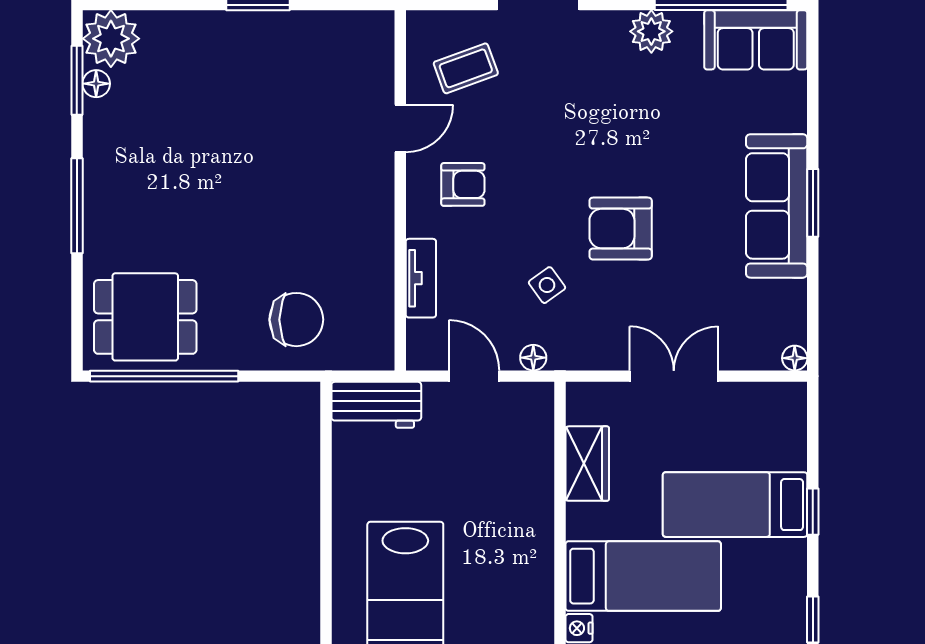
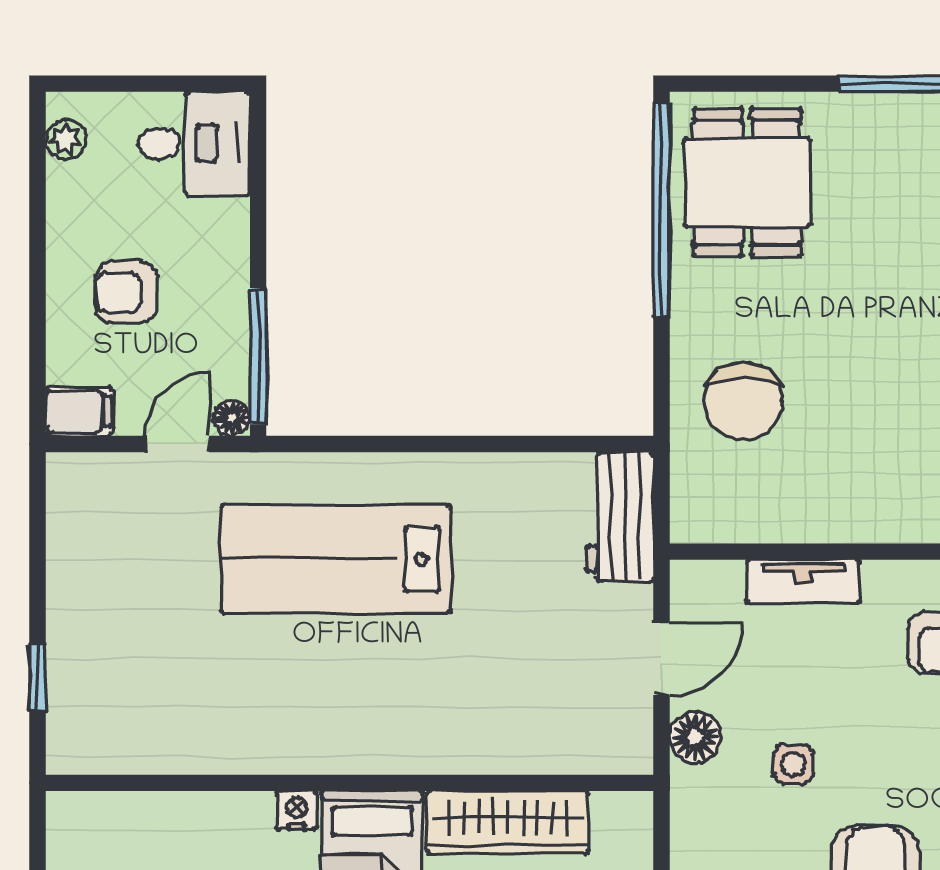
side table: (547, 285) -> (793, 764), turned 36
floor lamp: (533, 358) -> (695, 737), width x1.37, depth x1.37
wardrobe: (587, 464) -> (508, 822), width x1.50

